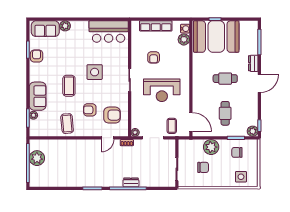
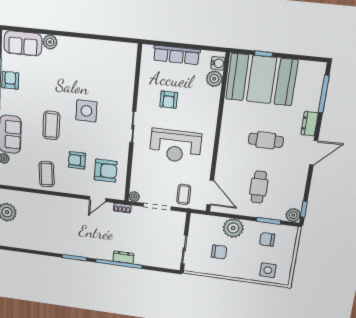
bar counter: (109, 32) -> (109, 56), removed

